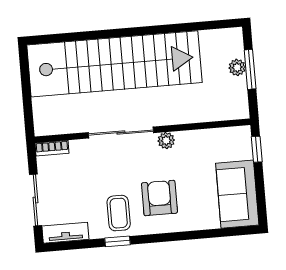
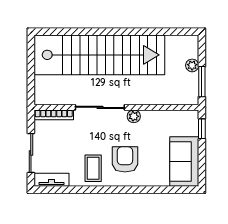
window: (250, 69) -> (202, 82), moved
bookcase: (52, 148) -> (54, 115), width x1.56
window: (118, 241) -> (90, 190), removed

